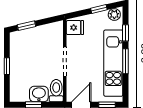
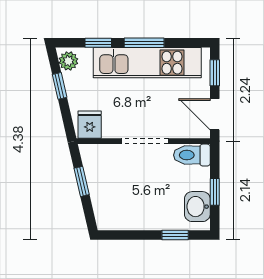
window: (27, 26) -> (82, 181), moved
window: (7, 66) -> (175, 235), moved
washbasin: (39, 94) -> (197, 207), moved

